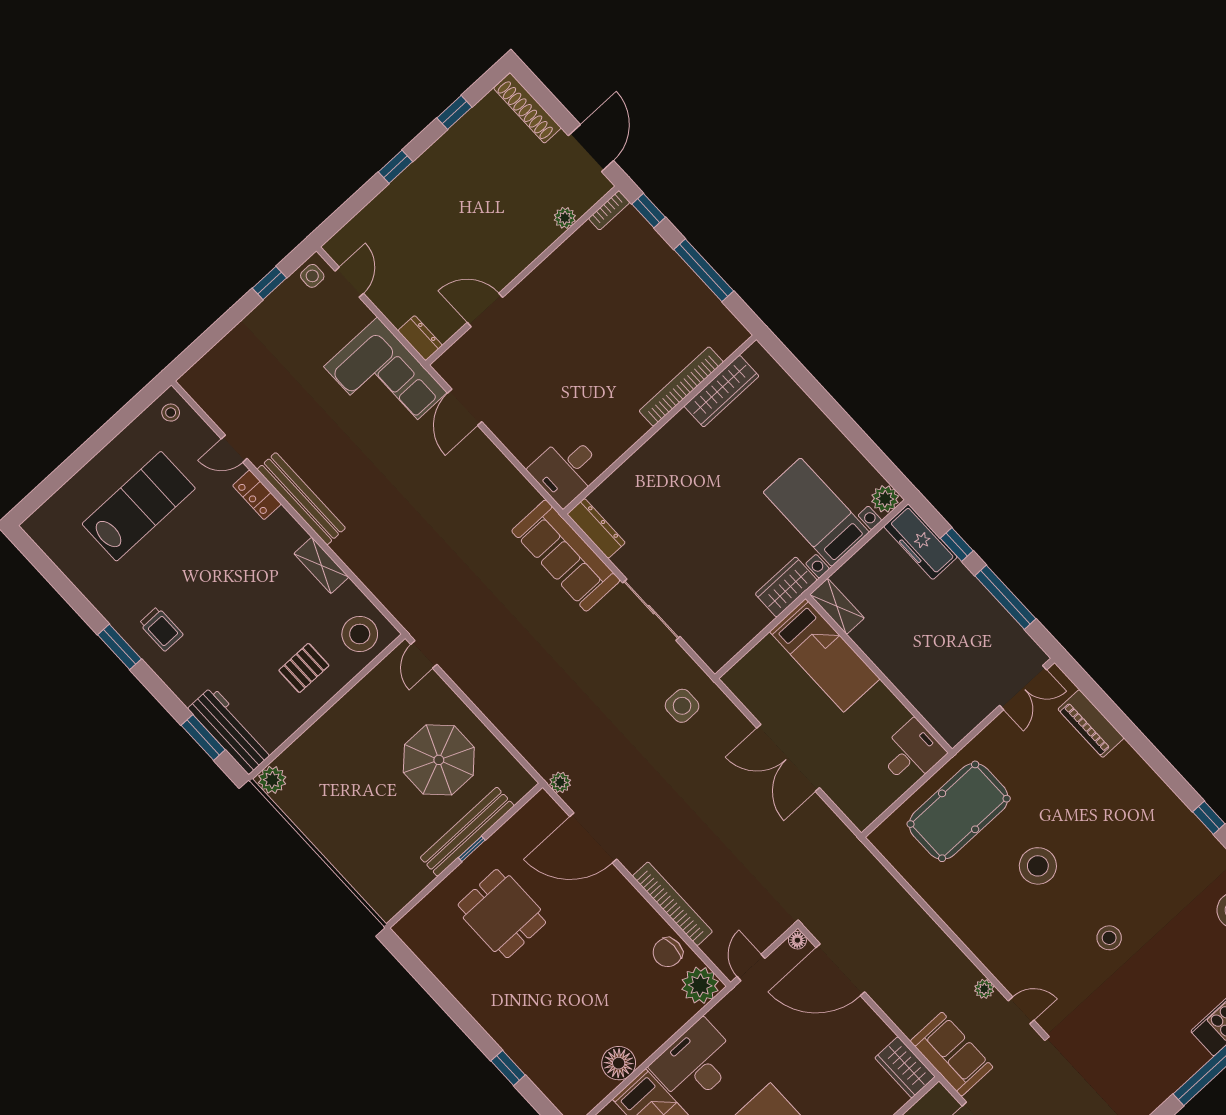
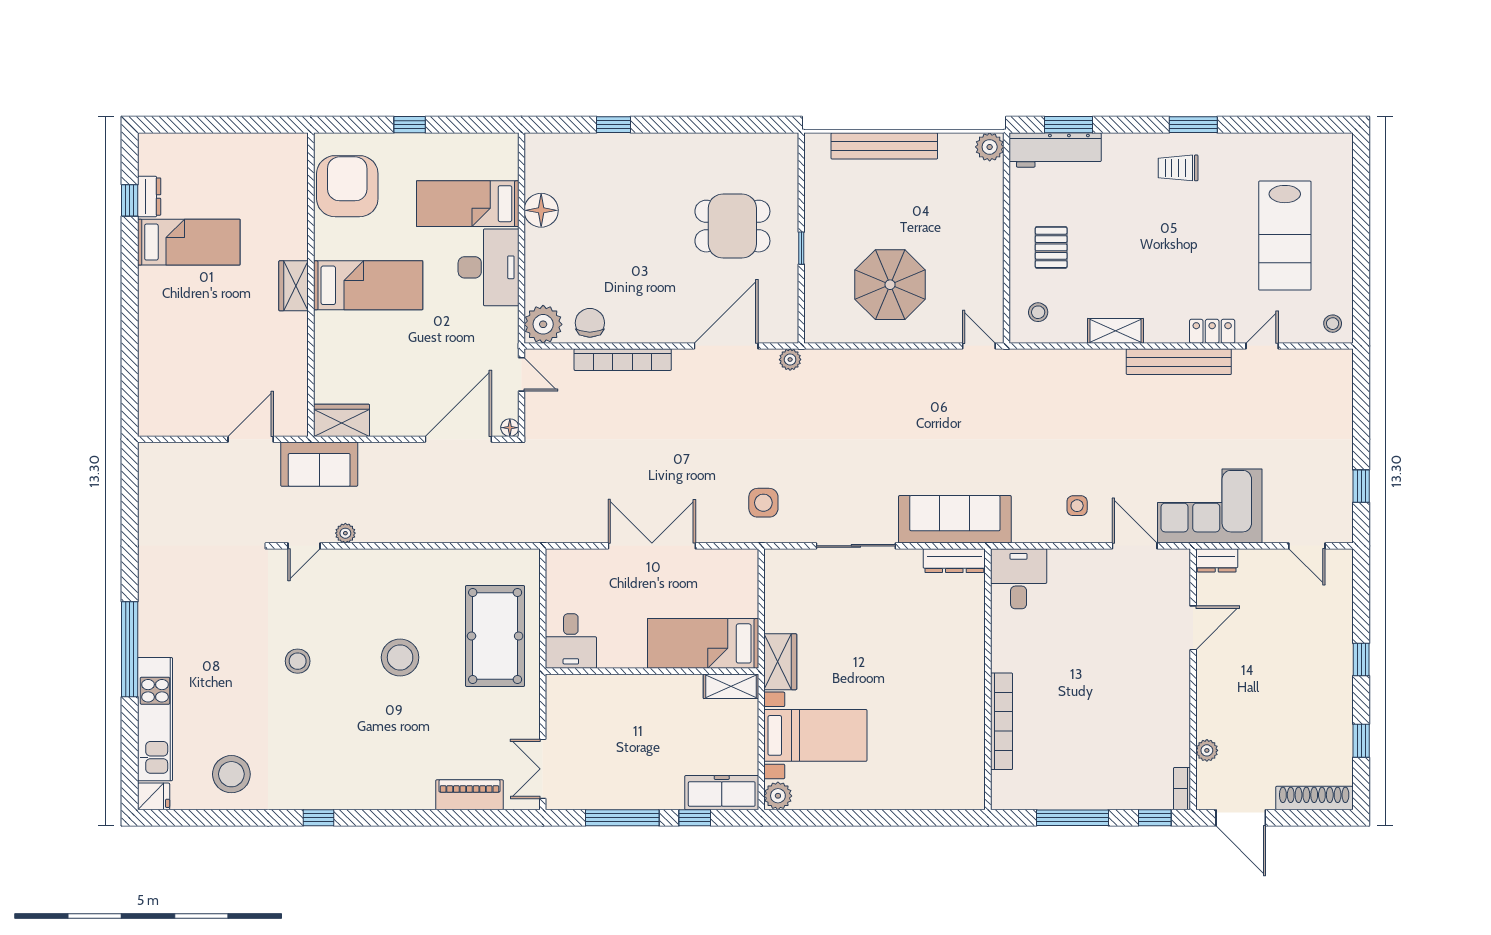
side table: (312, 276) -> (1077, 506), moved
wardrobe: (722, 391) -> (970, 748), removed
stool: (360, 634) -> (1038, 312), width x0.53, depth x0.53
bench: (467, 832) -> (884, 146), moved, turned 90

